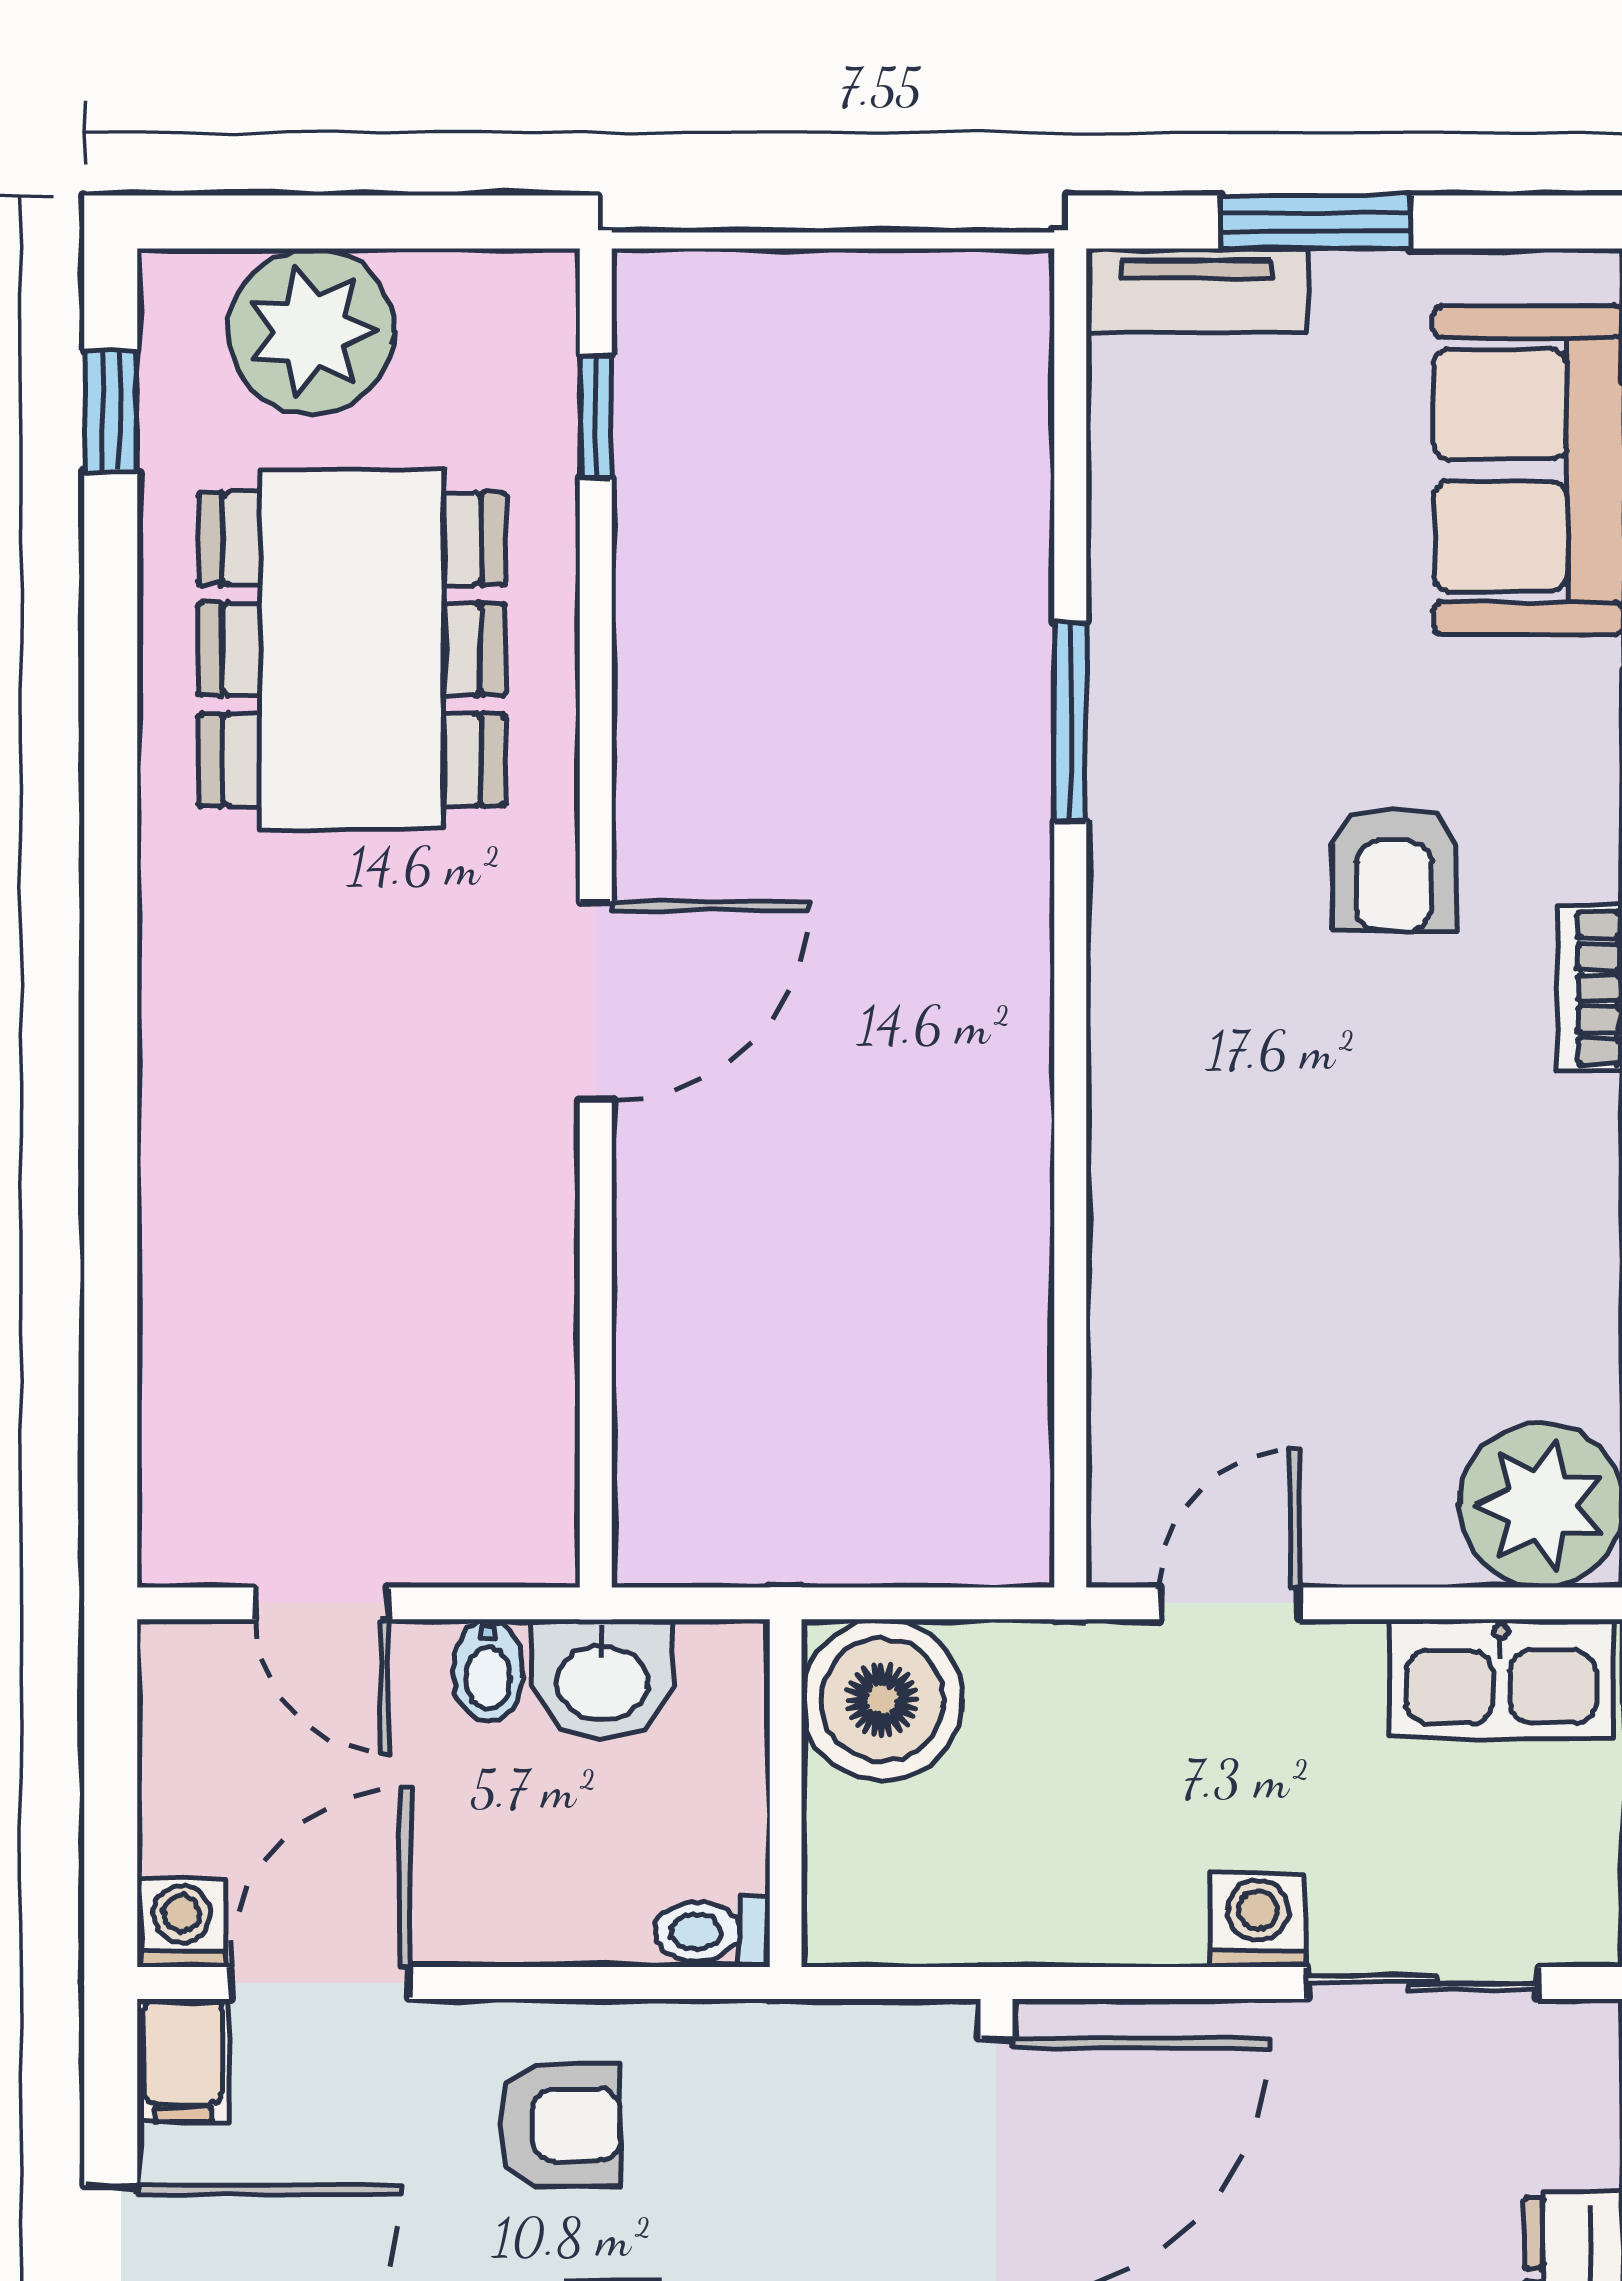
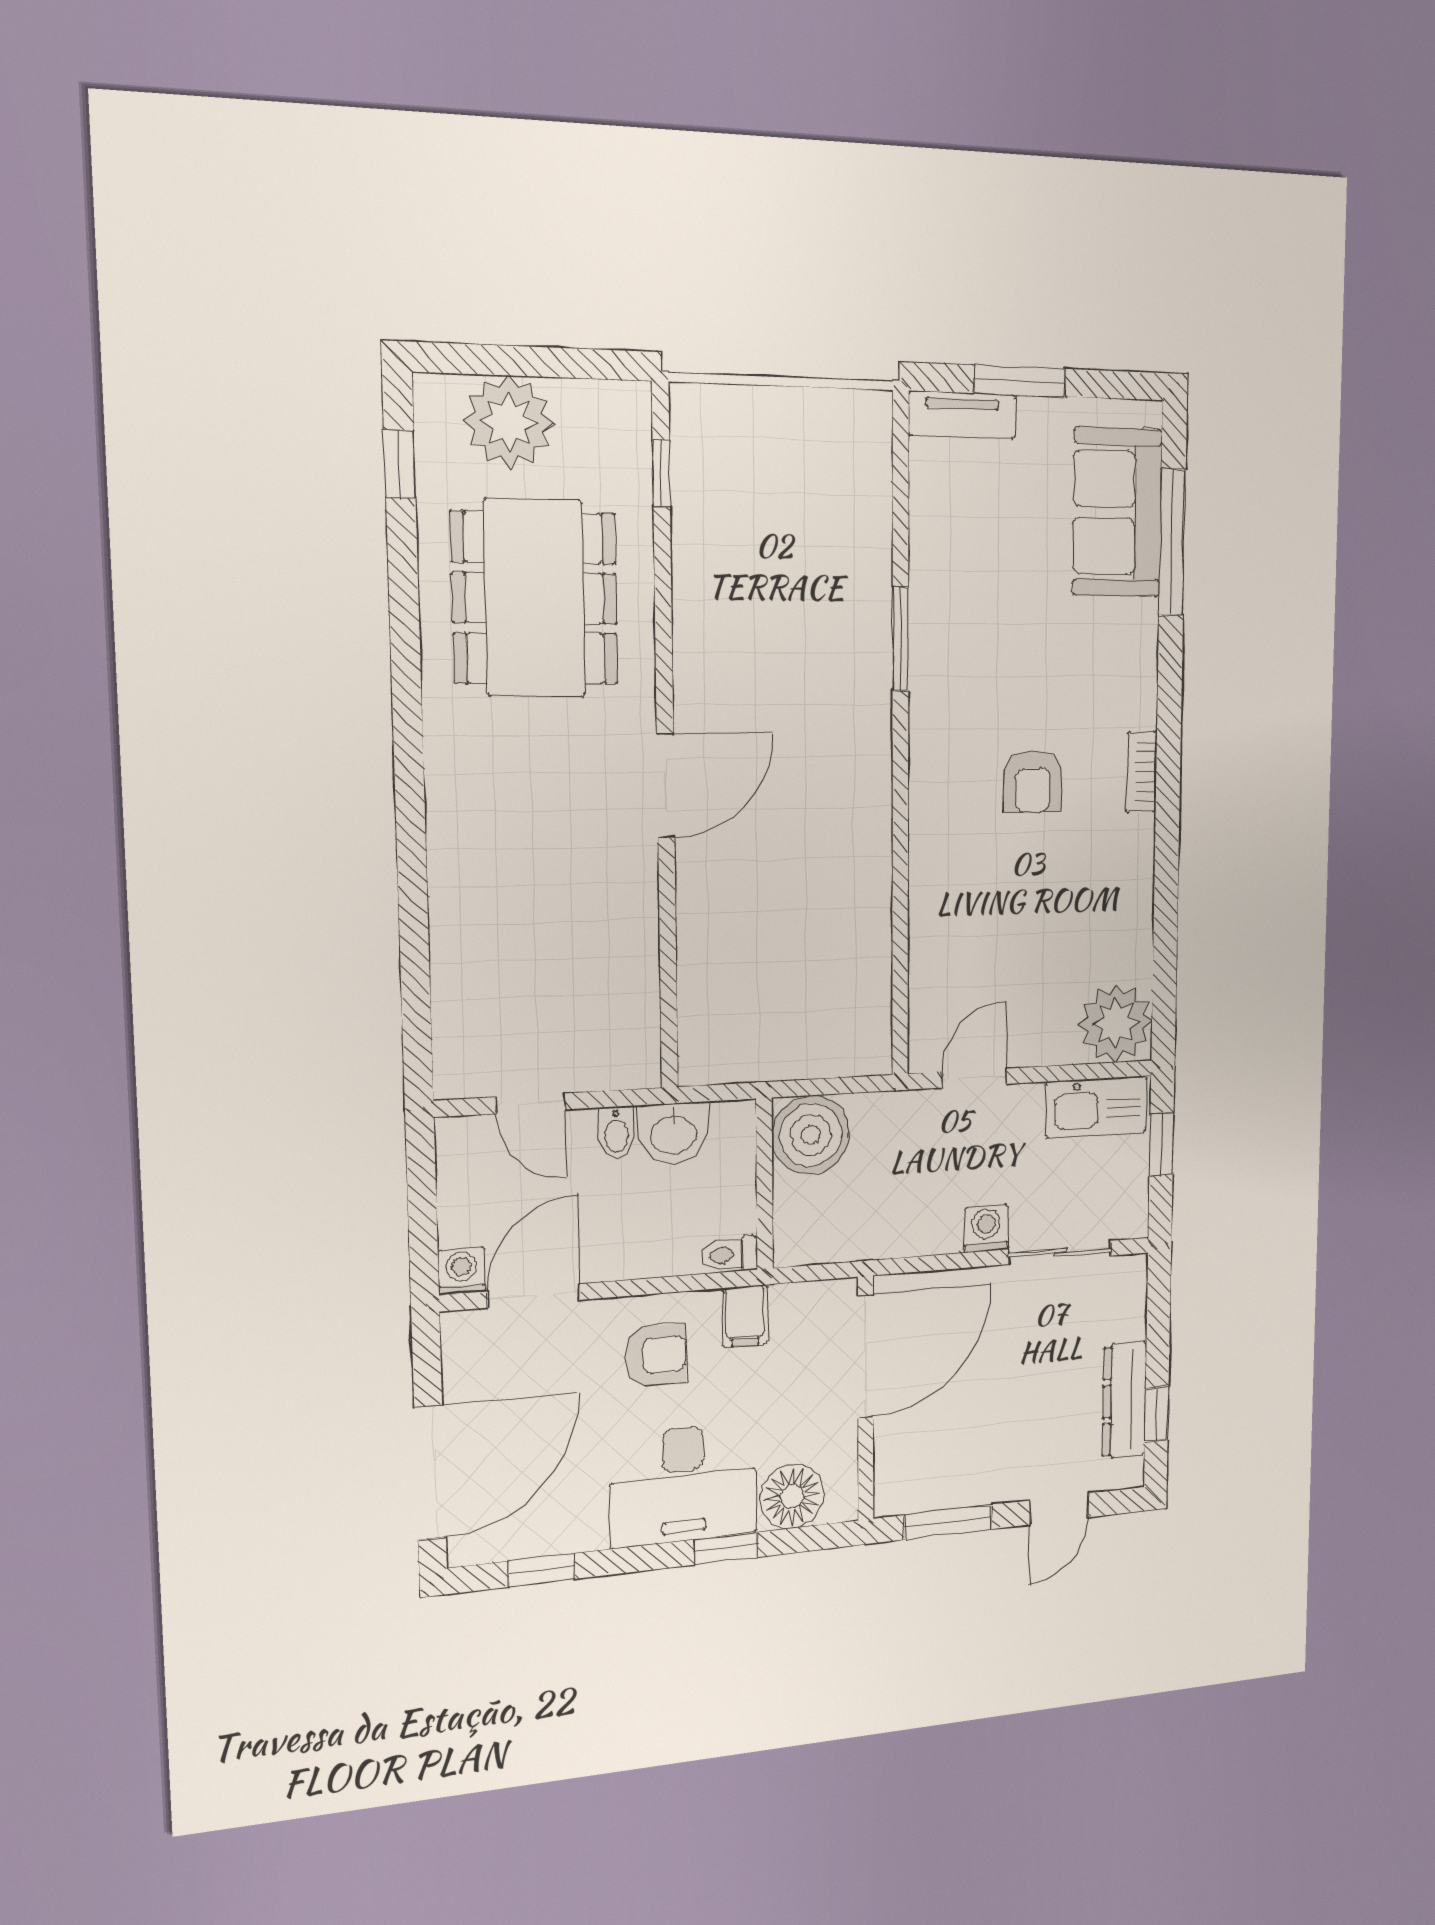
armchair: (1394, 869) -> (1033, 782), moved
filing cabinet: (183, 2060) -> (745, 1316), moved

